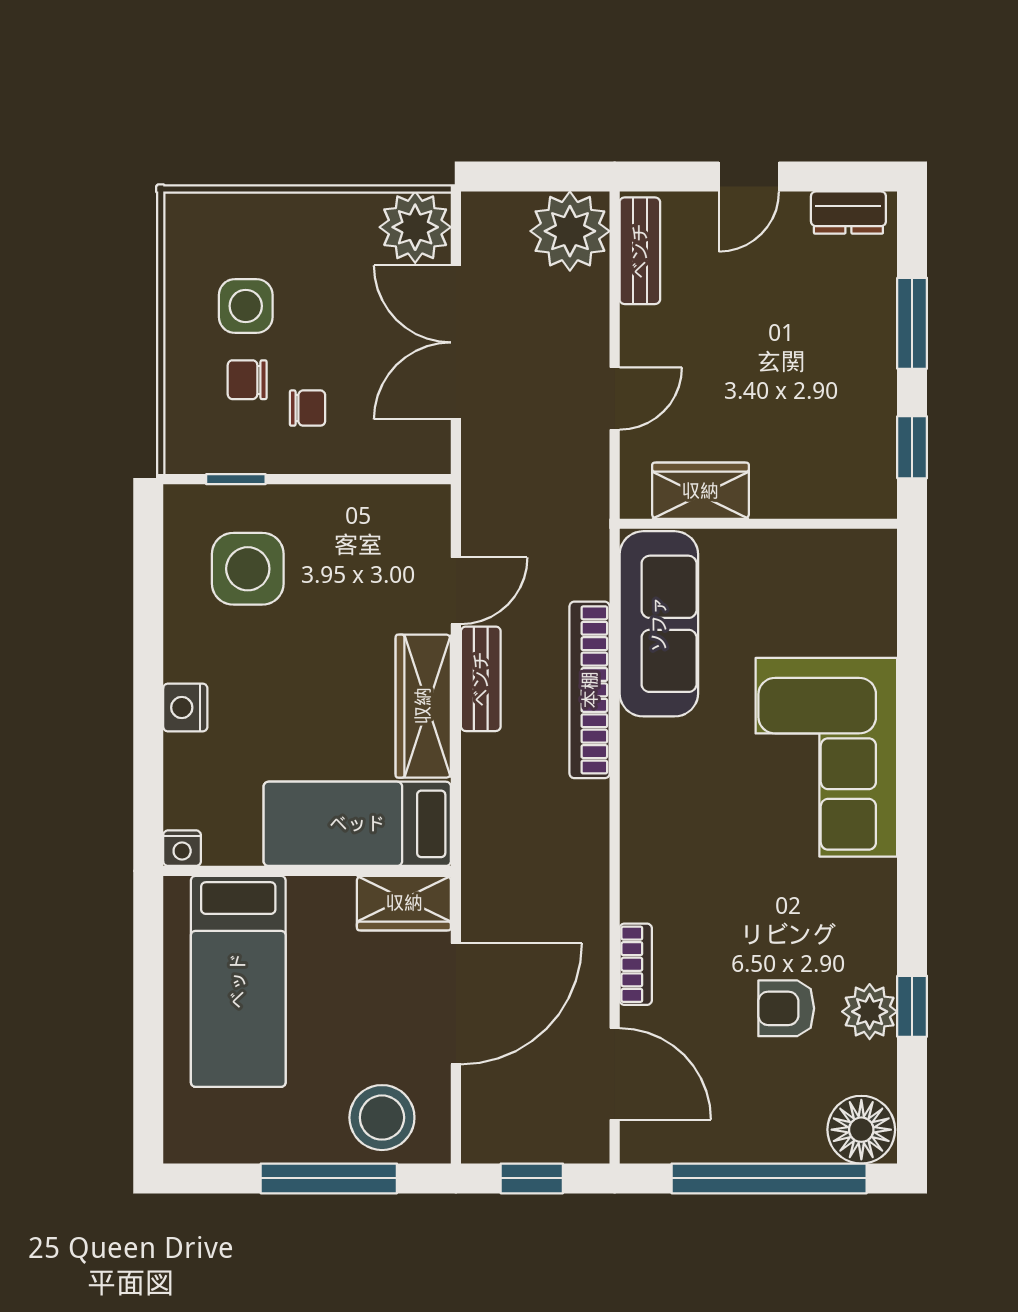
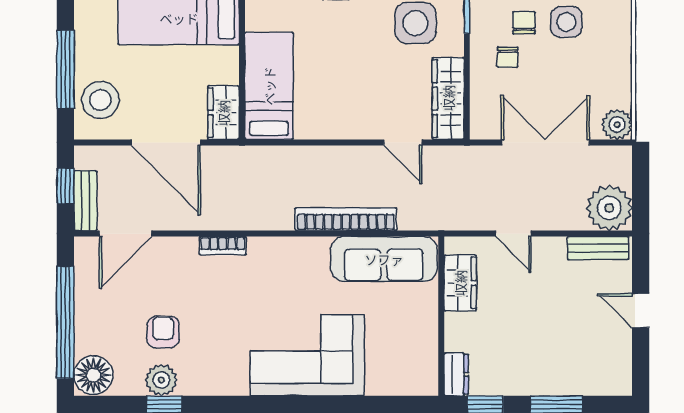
dresser: (848, 213) -> (456, 374), moved, turned 180
plant: (415, 227) -> (617, 125), width x0.73, depth x0.73
bench: (481, 679) -> (85, 201), moved, turned 90
wardrobe: (423, 706) -> (448, 98), moved, turned -90
bookcase: (636, 964) -> (223, 246), moved

